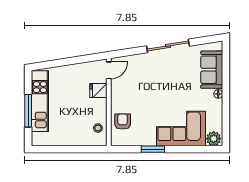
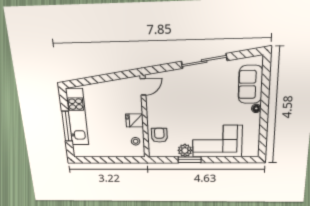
fridge: (98, 91) -> (135, 120), moved
plant: (214, 139) -> (185, 150), moved

